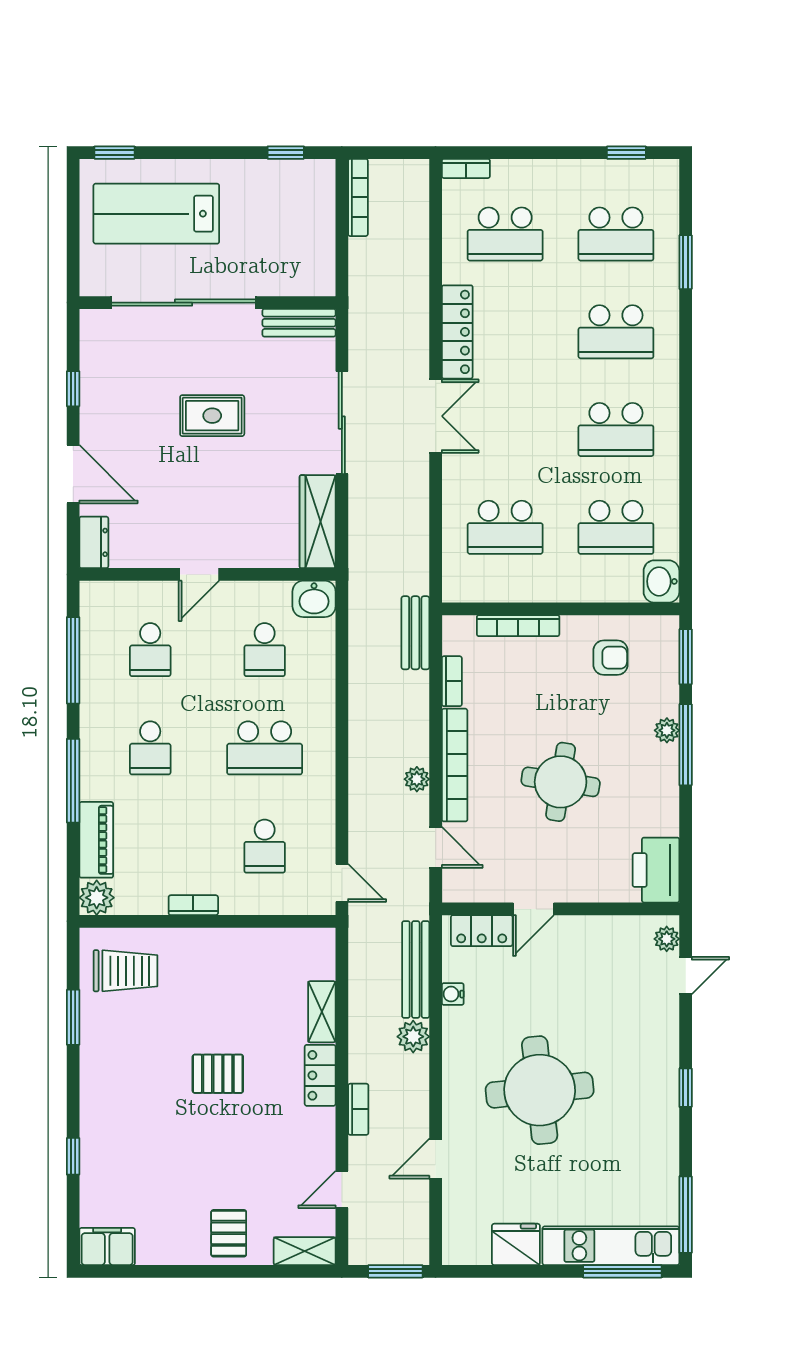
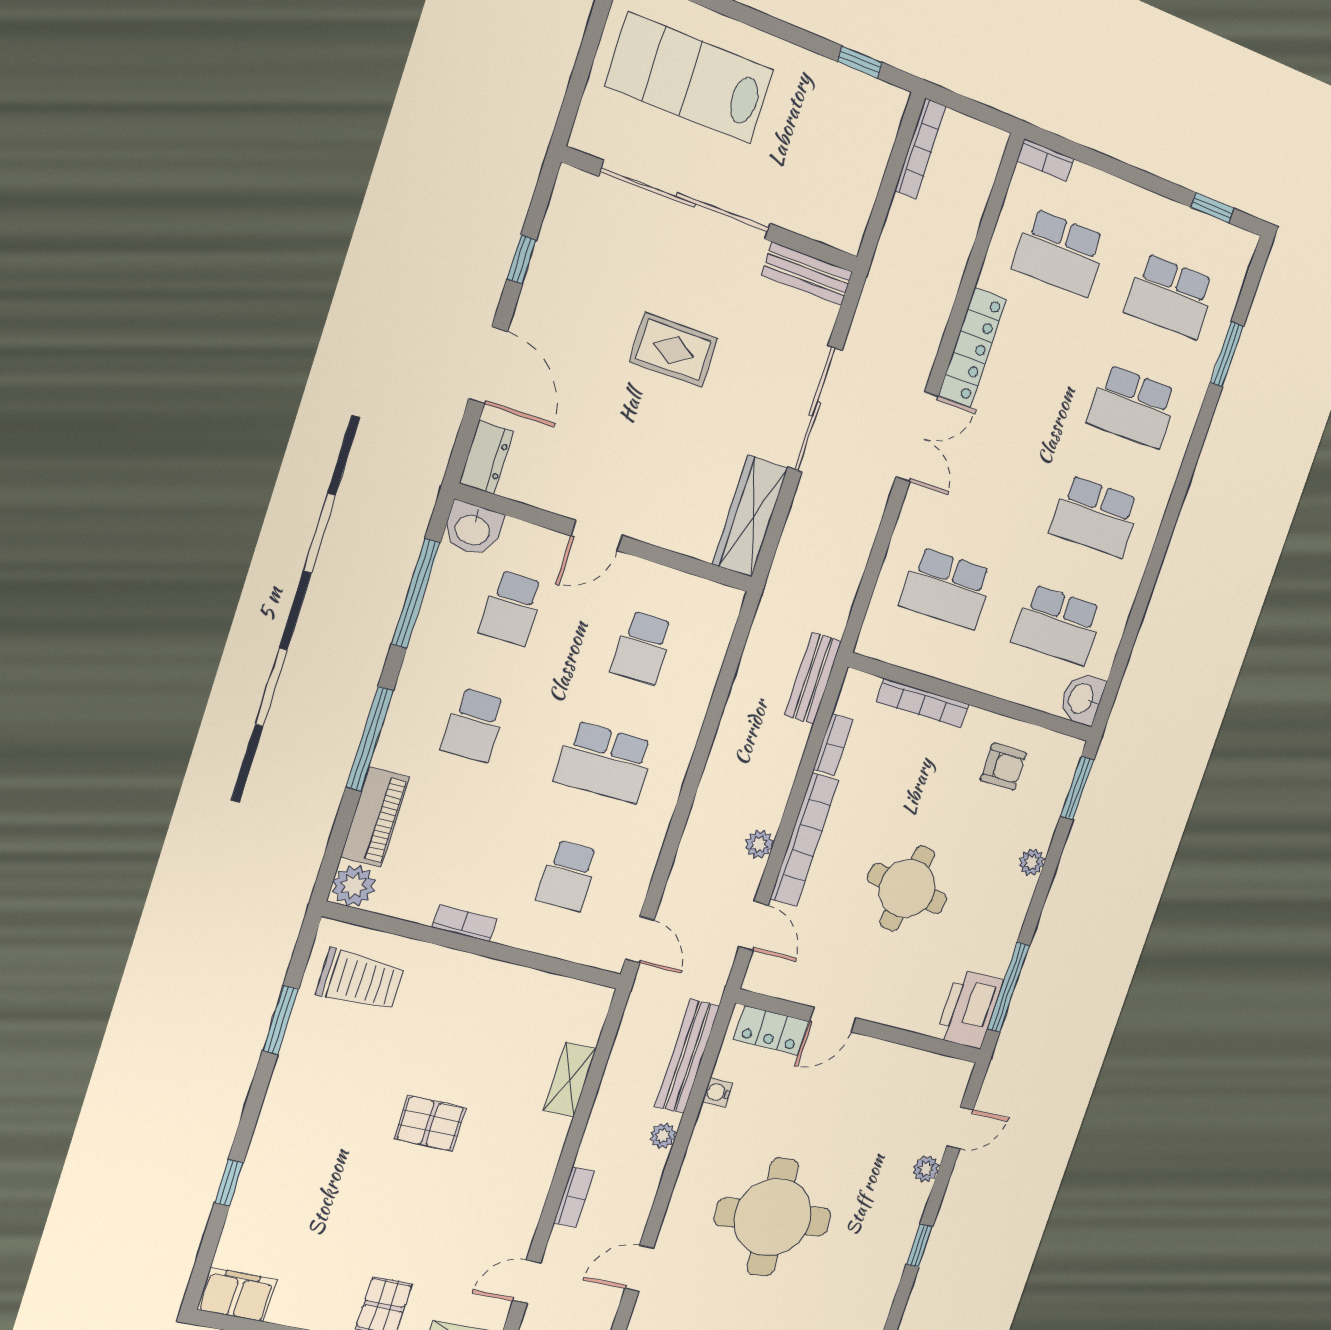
washbasin: (314, 599) -> (473, 529), moved
window: (686, 745) -> (1008, 987), moved
plant: (667, 939) -> (926, 1169), moved
plant: (413, 1037) -> (663, 1136), width x0.73, depth x0.73
locker: (320, 1075) -> (545, 1150), removed

